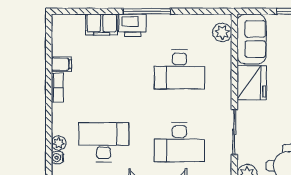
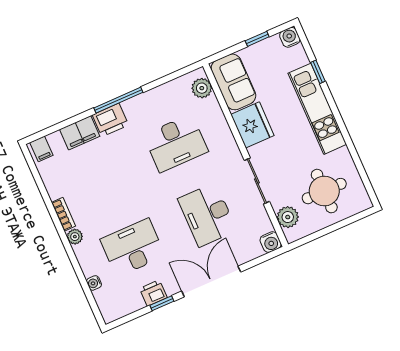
filing cabinet: (61, 64) -> (41, 149), moved, turned 90
desk: (179, 142) -> (207, 215), turned 90
plant: (59, 143) -> (75, 237), moved

